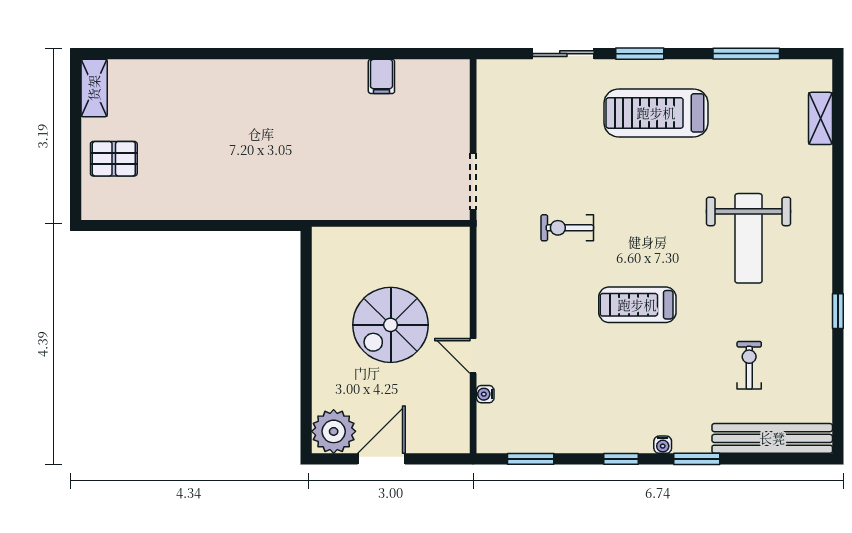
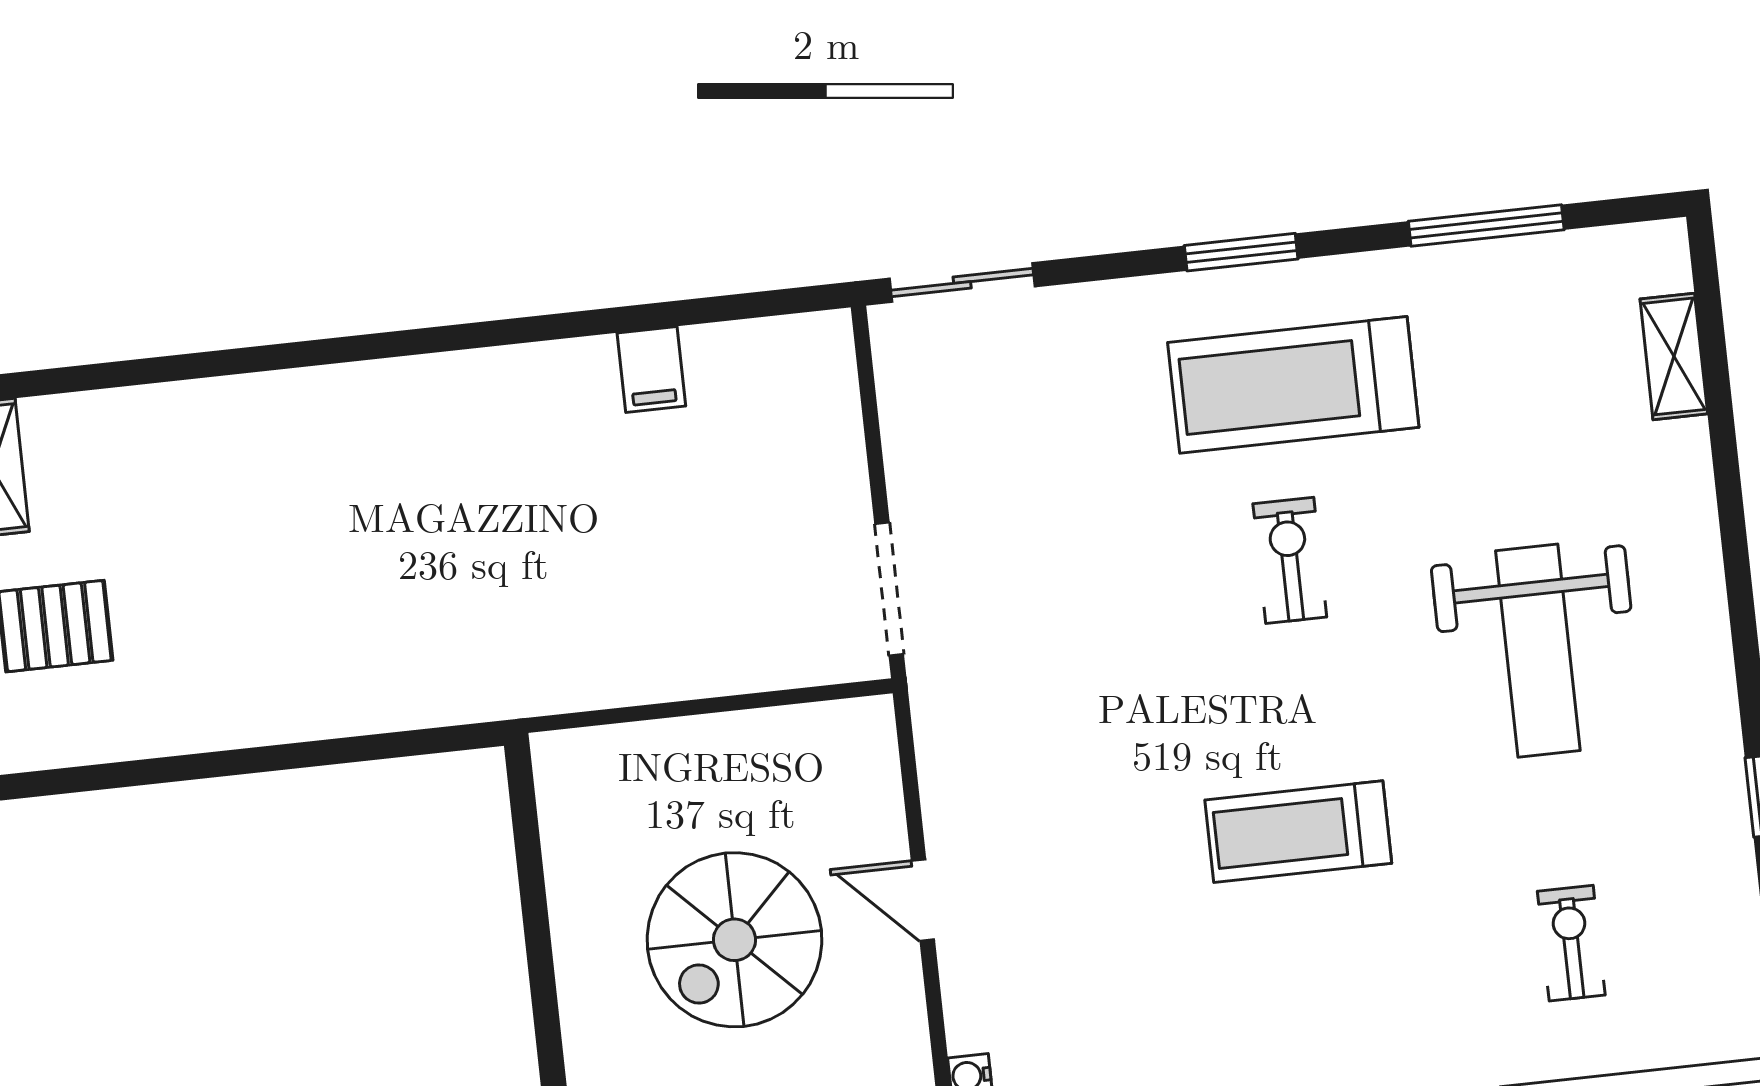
sliding door: (563, 54) -> (962, 282), moved
exercise bike: (567, 228) -> (1290, 560), moved, turned 90
door: (473, 356) -> (923, 900), moved

